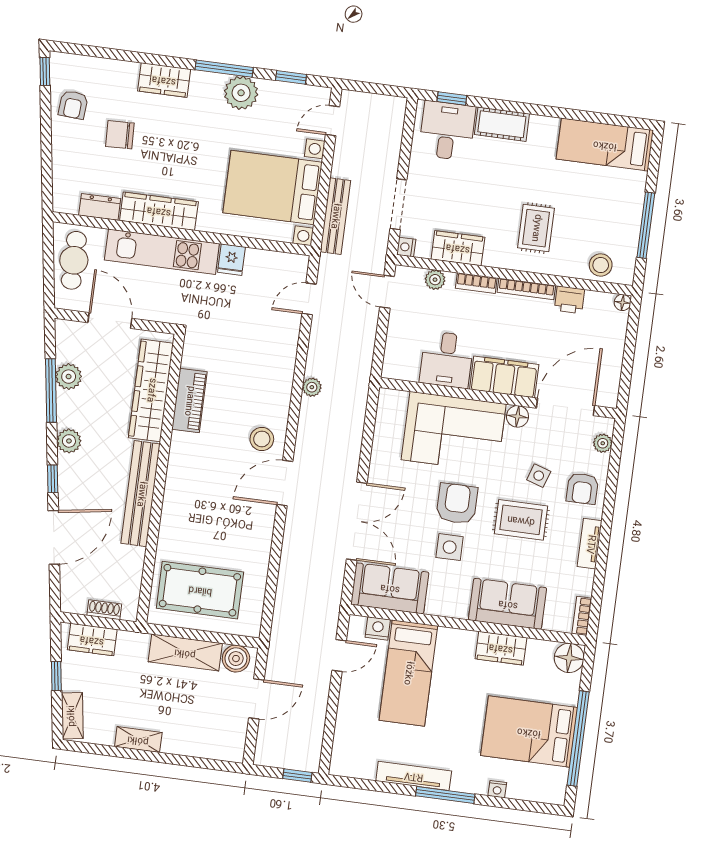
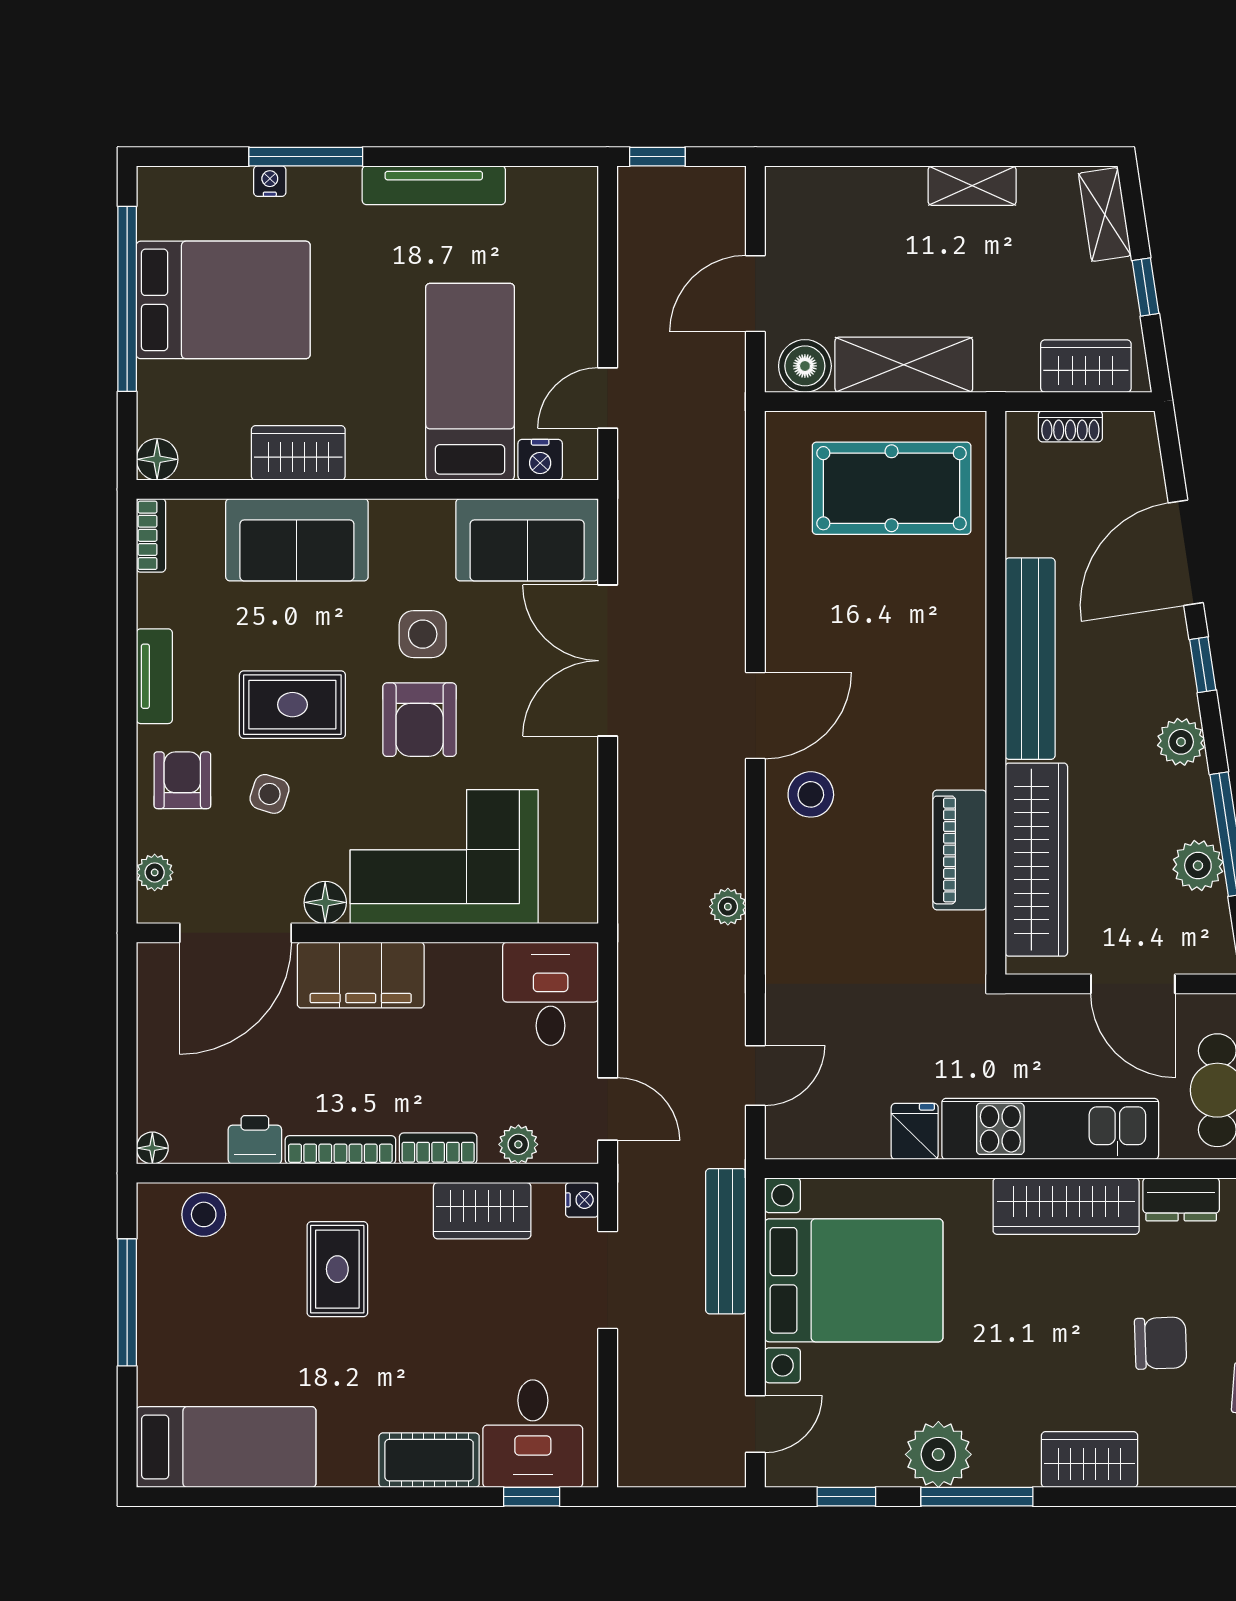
desk: (447, 360) -> (551, 994), moved
floor lamp: (569, 658) -> (157, 459), width x0.73, depth x0.73
window: (445, 795) -> (306, 157), moved

